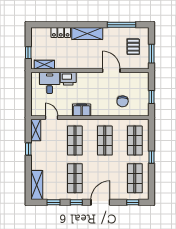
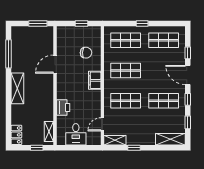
locker: (61, 32) -> (16, 135), moved
pallet: (133, 47) -> (31, 42), removed
desk: (50, 83) -> (76, 134), moved, turned -90
filing cabinet: (82, 110) -> (95, 80), moved
window: (133, 202) -> (188, 53), moved

